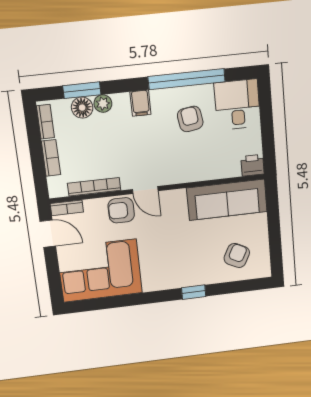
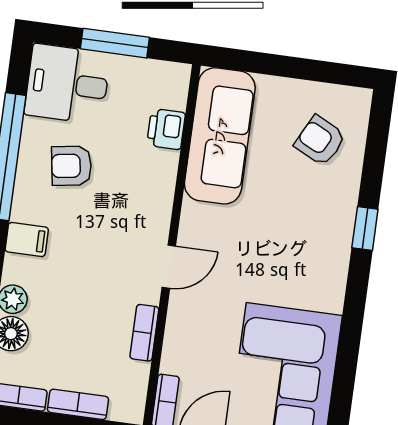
window: (267, 127) -> (115, 43), added
printer: (252, 165) -> (166, 129), moved
bookcase: (94, 187) -> (144, 333), width x0.64
armchair: (121, 210) -> (192, 315), removed

